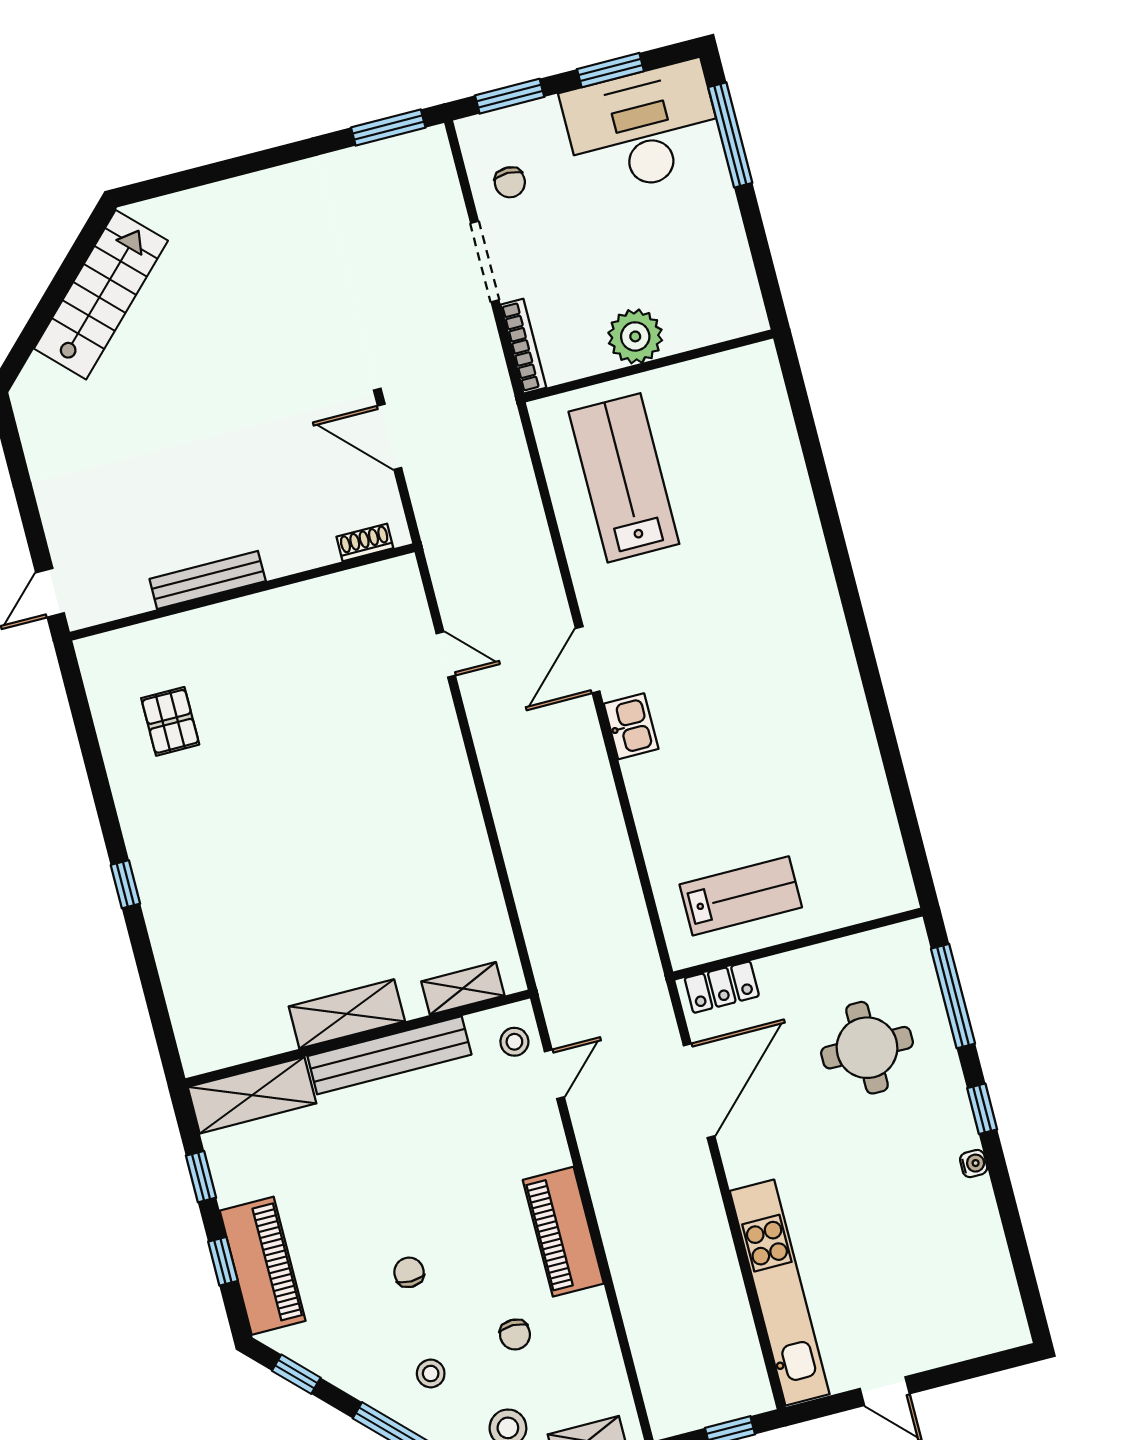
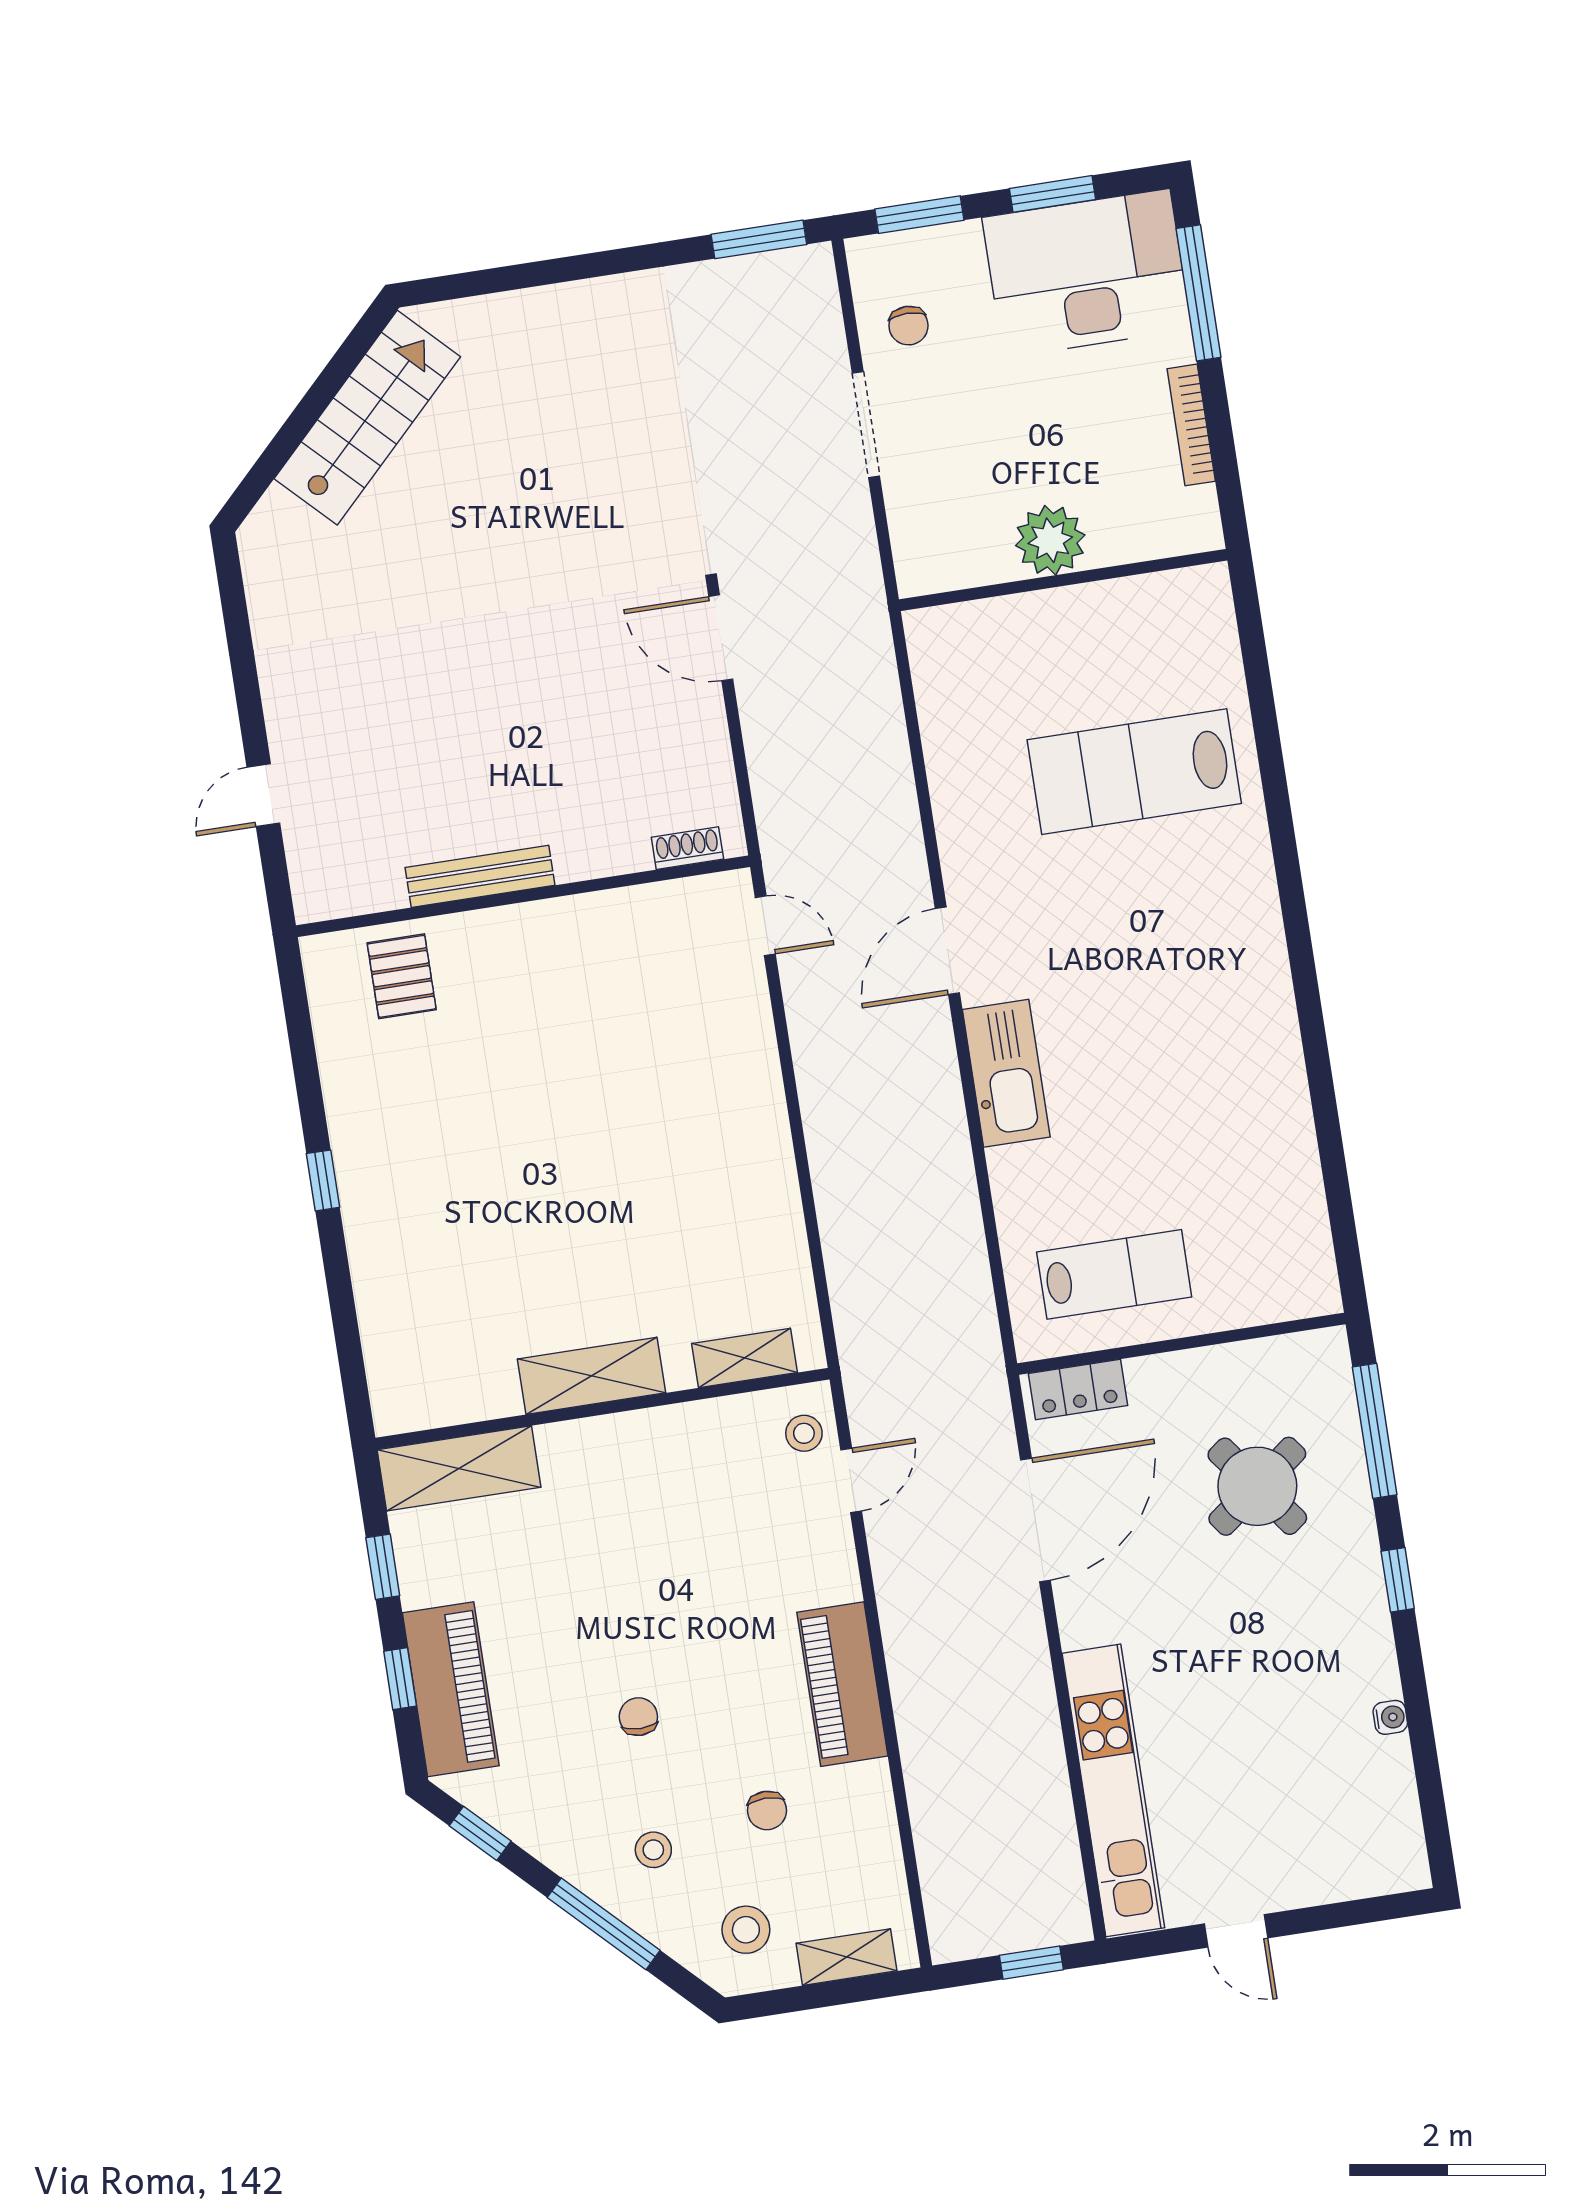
bookcase: (523, 346) -> (1191, 425), moved, turned 180
lab bench: (624, 478) -> (1134, 772), moved, turned -90
shoe rack: (365, 542) -> (687, 848), moved
bench: (208, 580) -> (480, 876), moved
wall: (242, 592) -> (523, 896), moved
kitchen sink: (631, 726) -> (1006, 1073), width x1.88, depth x1.24
round table: (867, 1048) -> (1257, 1486), turned -37
bench: (389, 1055) -> (641, 1435), removed
water cooler: (974, 1164) -> (1390, 1717), moved

